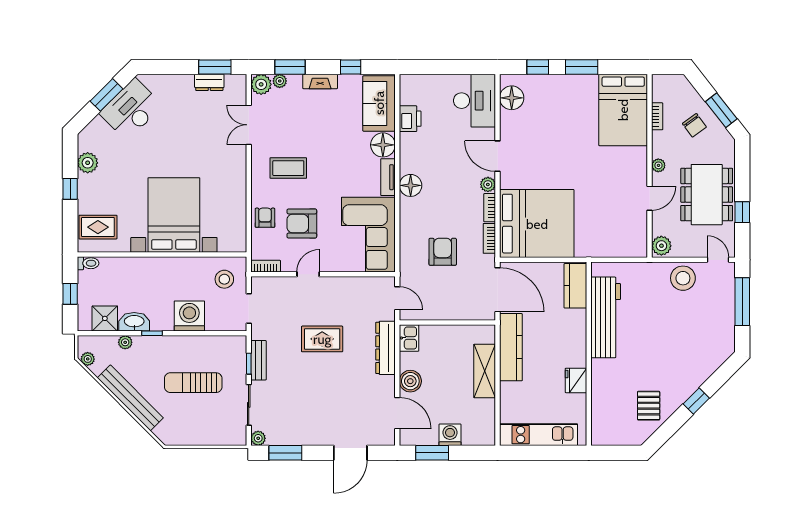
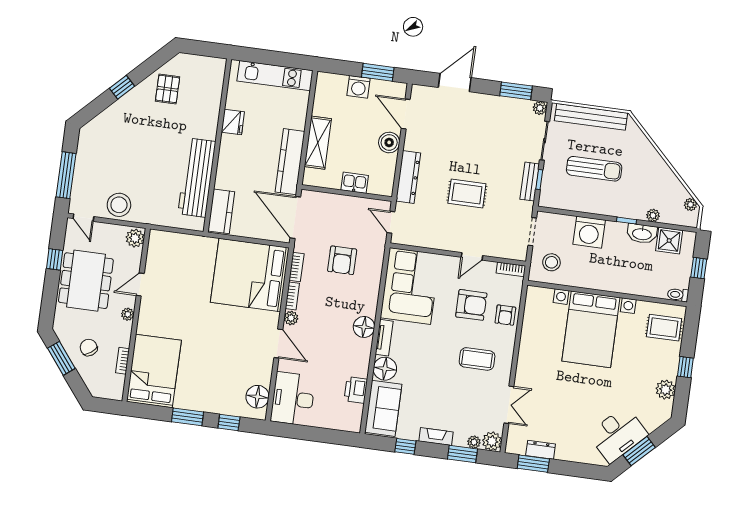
kitchen sink: (409, 338) -> (355, 183), moved, turned 90
bench: (130, 398) -> (591, 117), moved, turned -45

